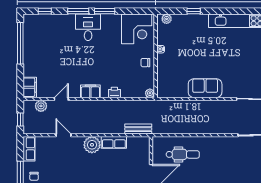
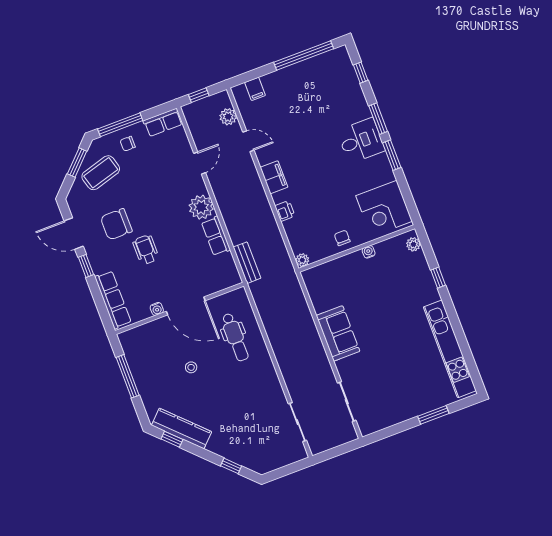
filing cabinet: (30, 87) -> (255, 89), width x0.50

